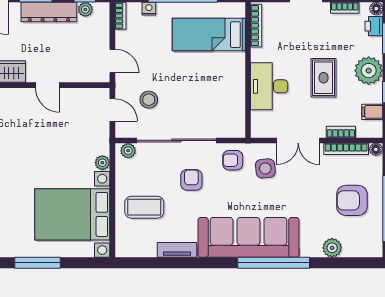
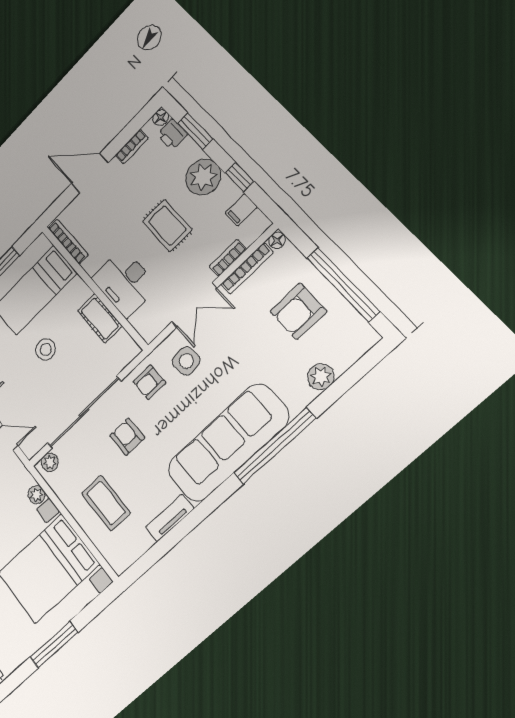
cot: (235, 93) -> (100, 318), added
stool: (149, 100) -> (46, 349), moved
coffee table: (144, 207) -> (106, 503), turned 90

